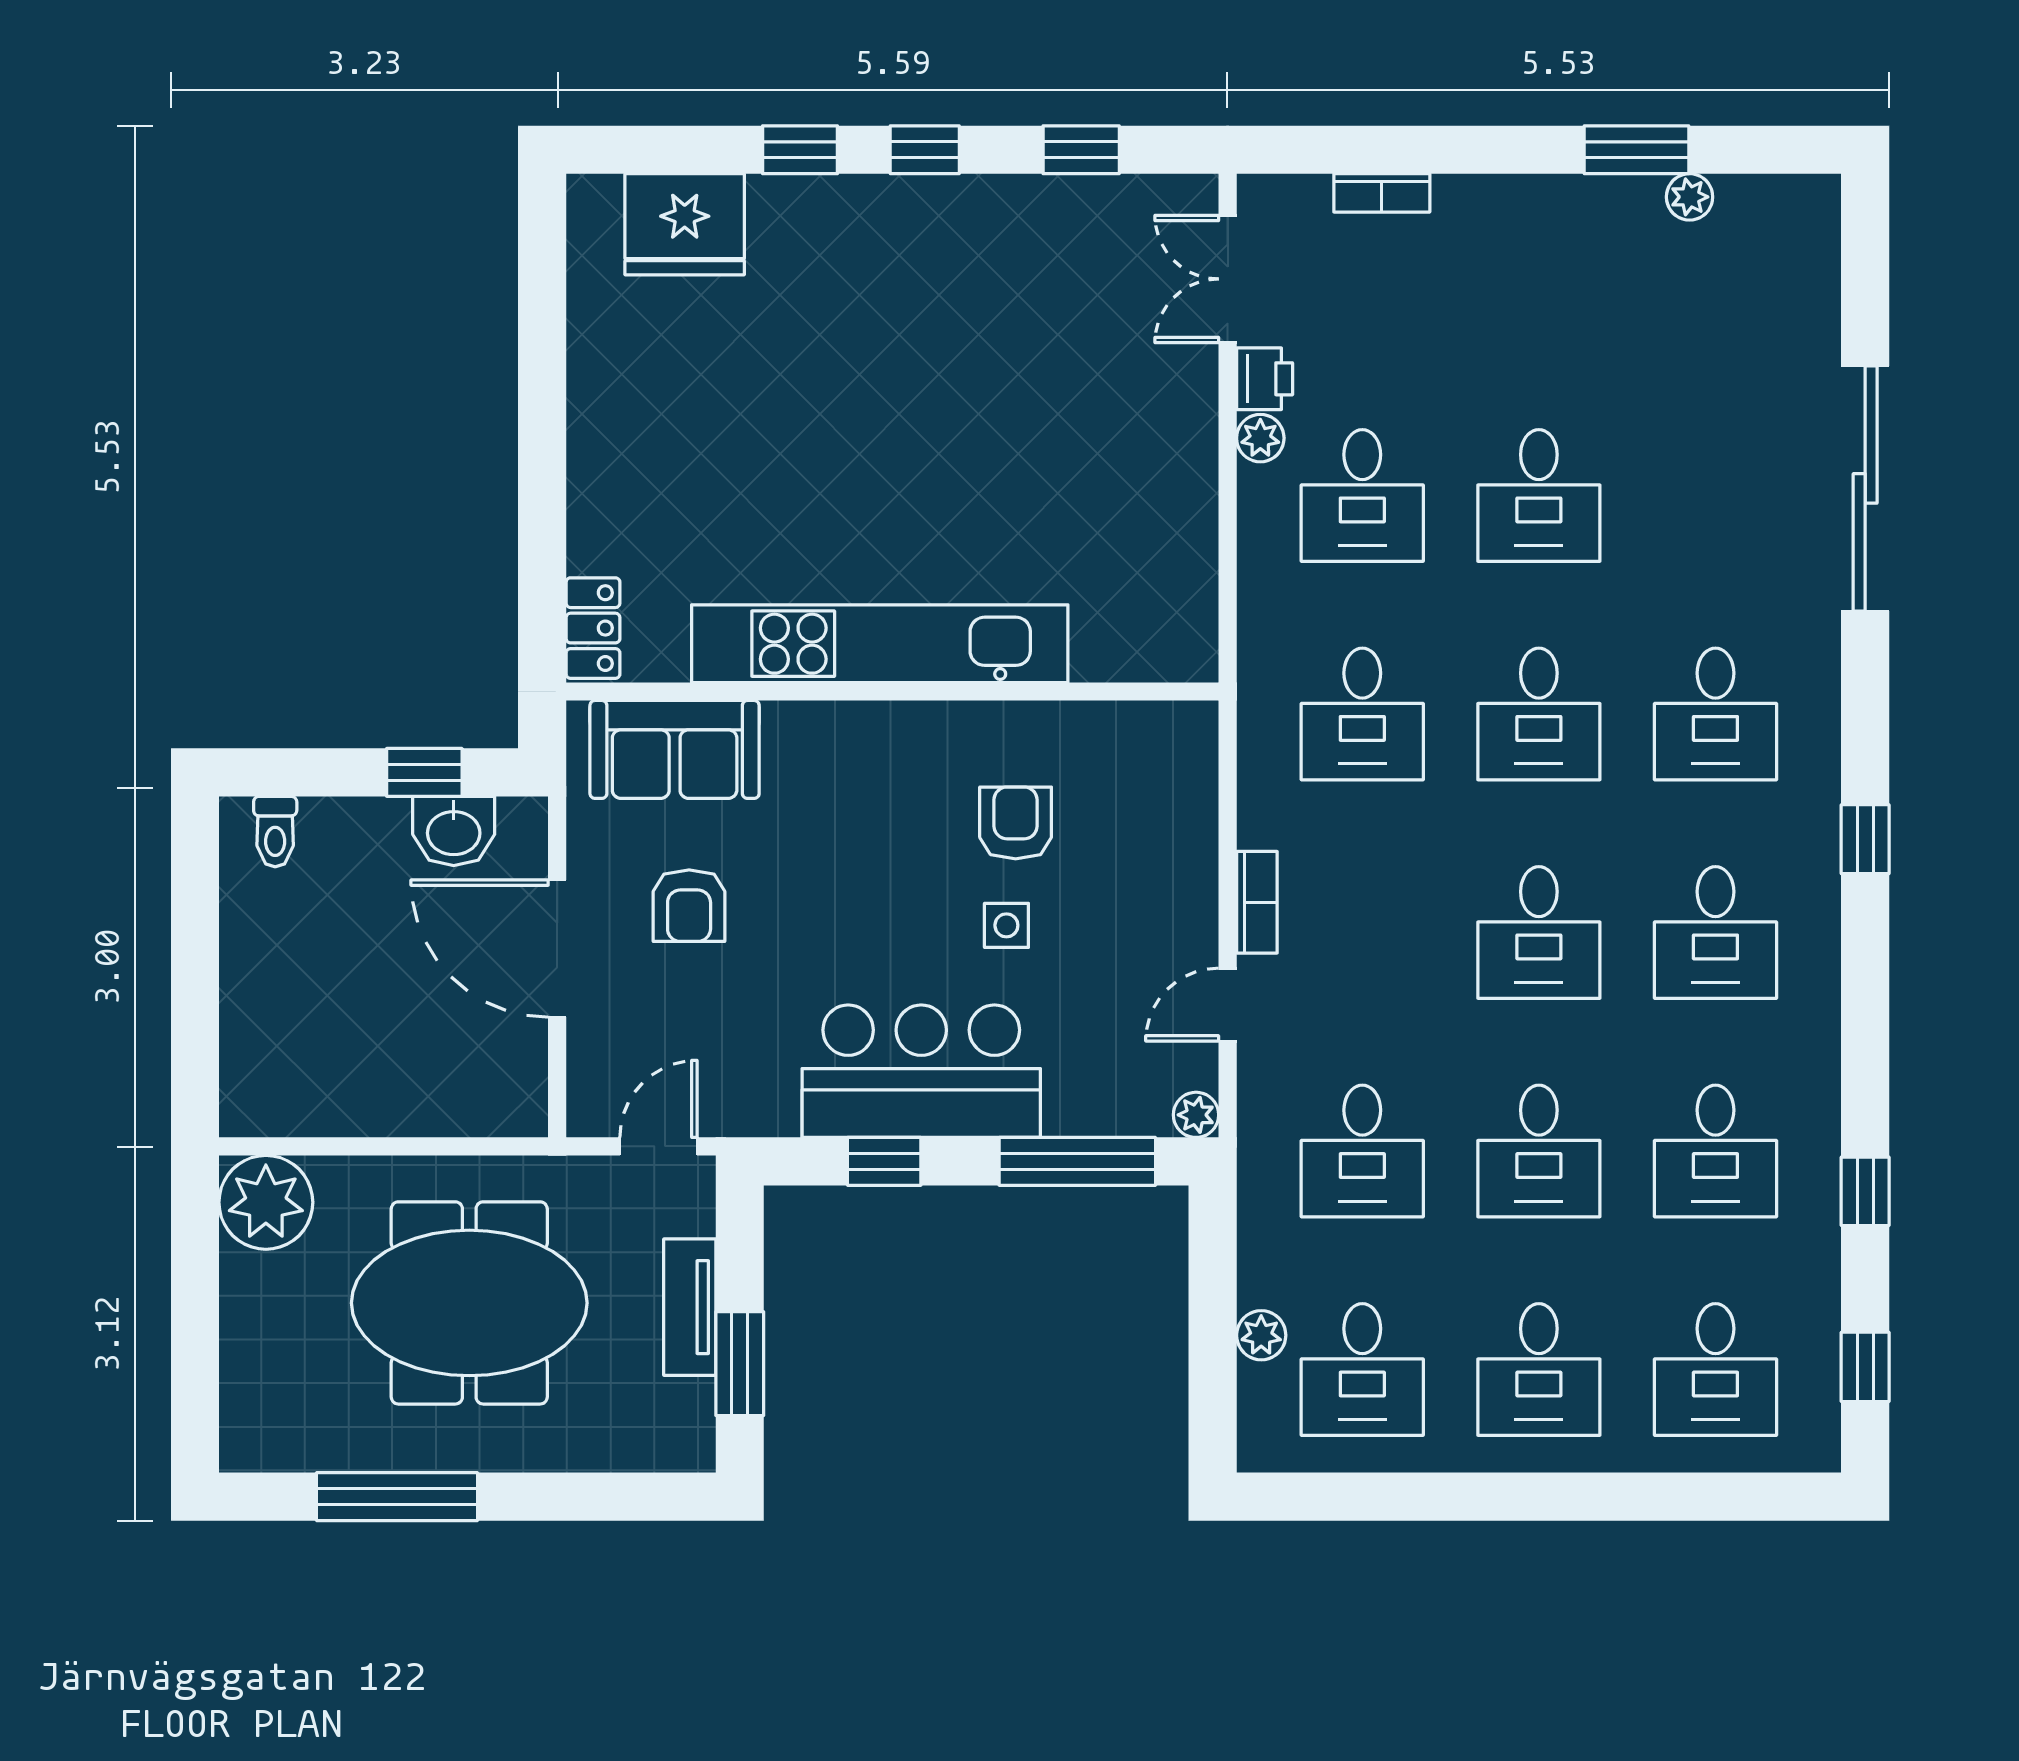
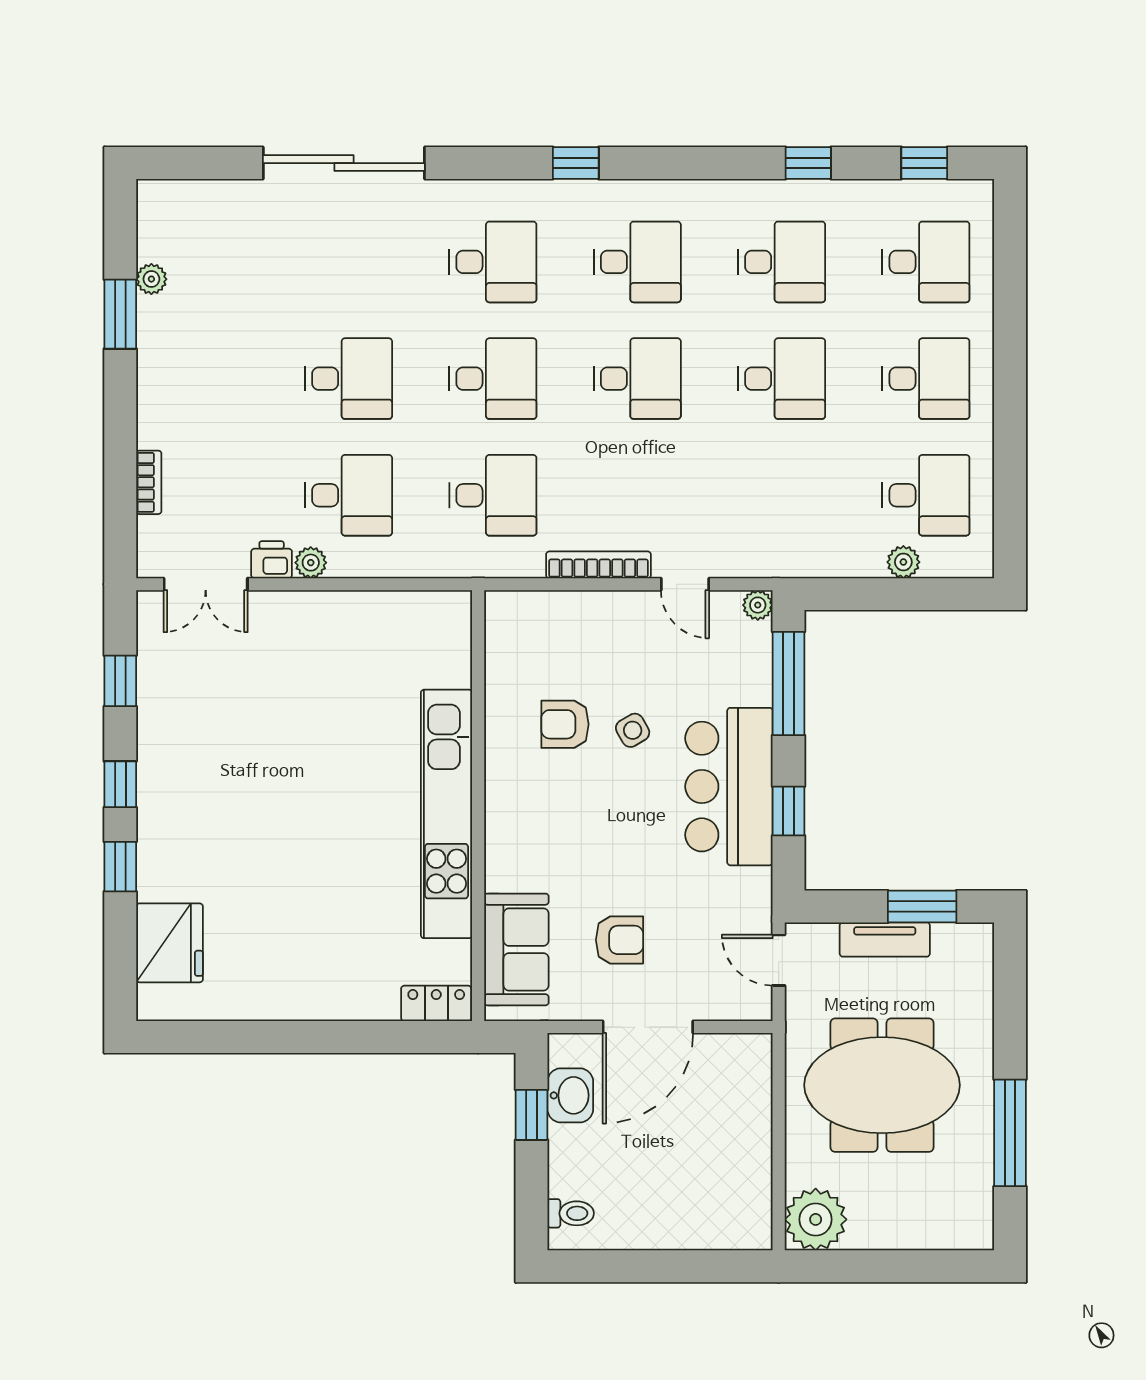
bookcase: (1257, 902) -> (598, 565), width x1.56
side table: (1006, 925) -> (633, 730), turned -30
desk: (1362, 1151) -> (782, 495), removed
meeting table: (469, 1303) -> (882, 1085), turned 90

